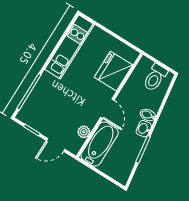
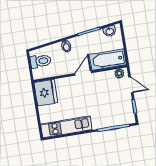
fridge: (113, 71) -> (46, 93), moved, turned -90
washbasin: (144, 129) -> (110, 31), moved
plant: (84, 132) -> (119, 73), moved

